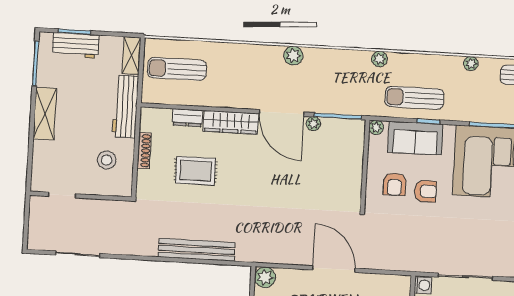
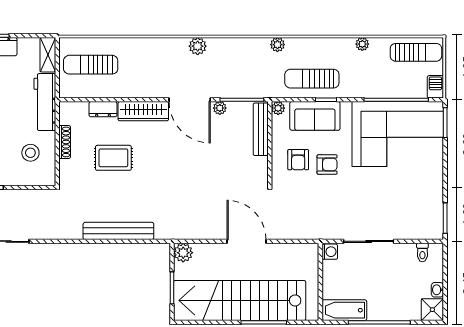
bench: (356, 149) -> (261, 129), added

